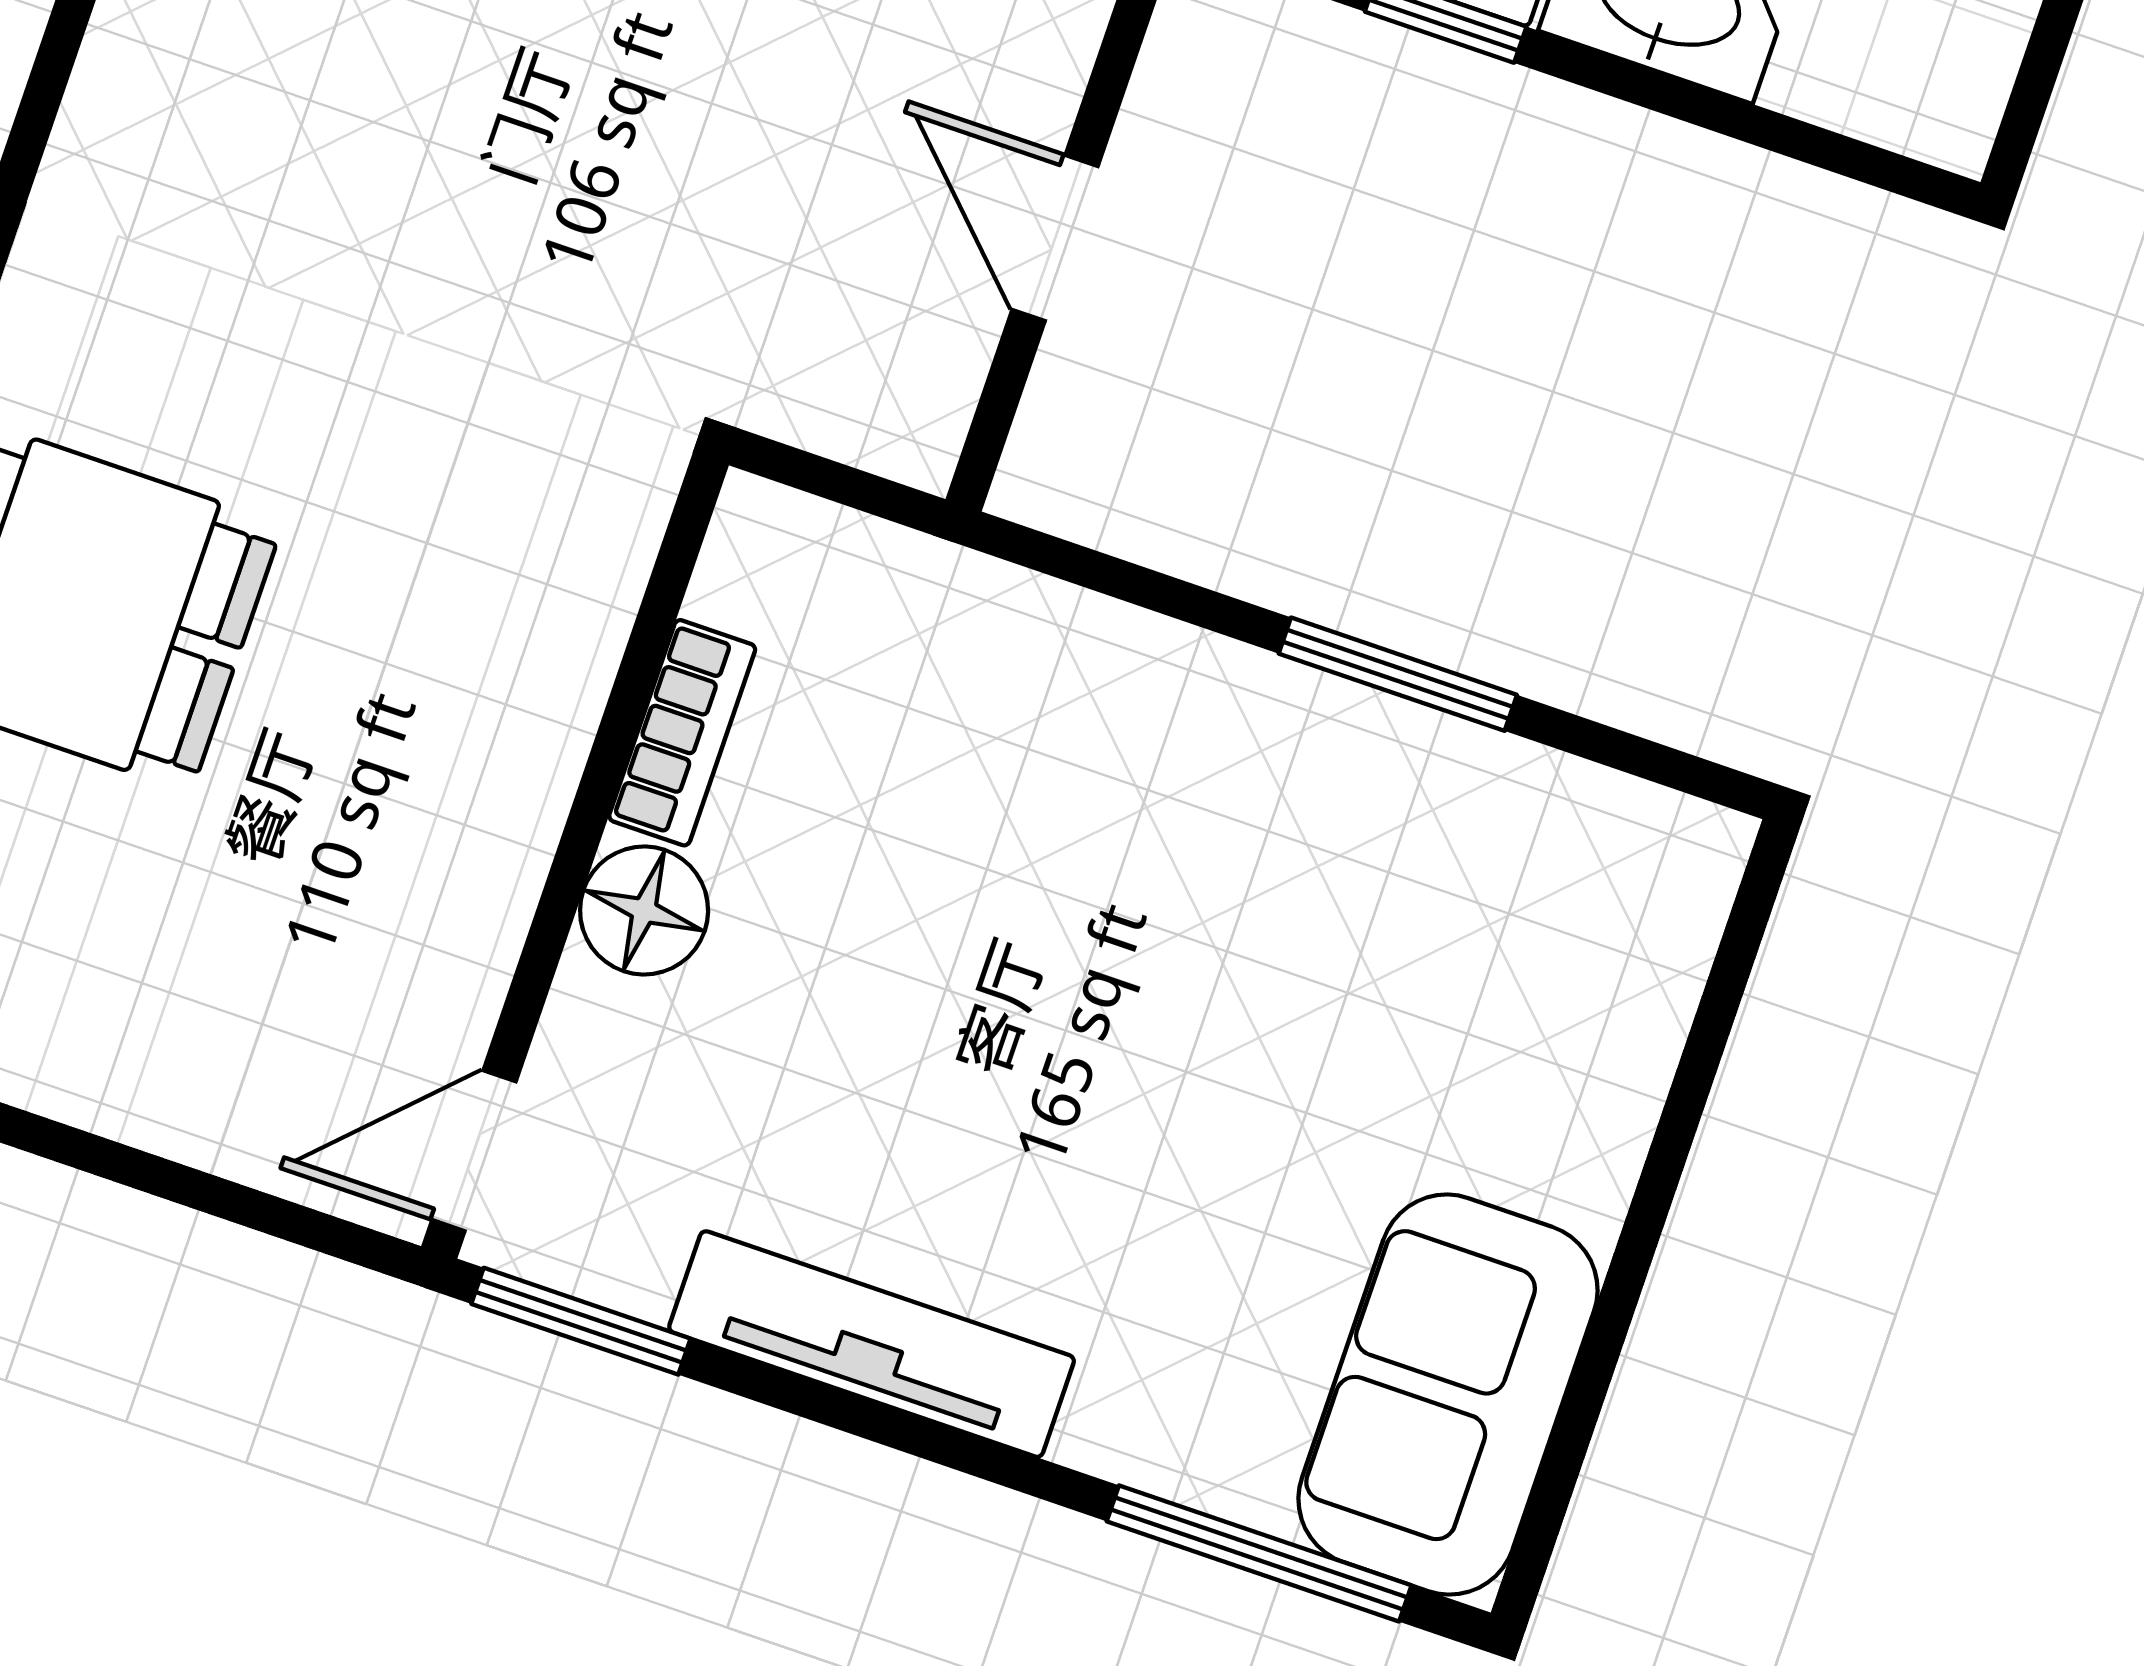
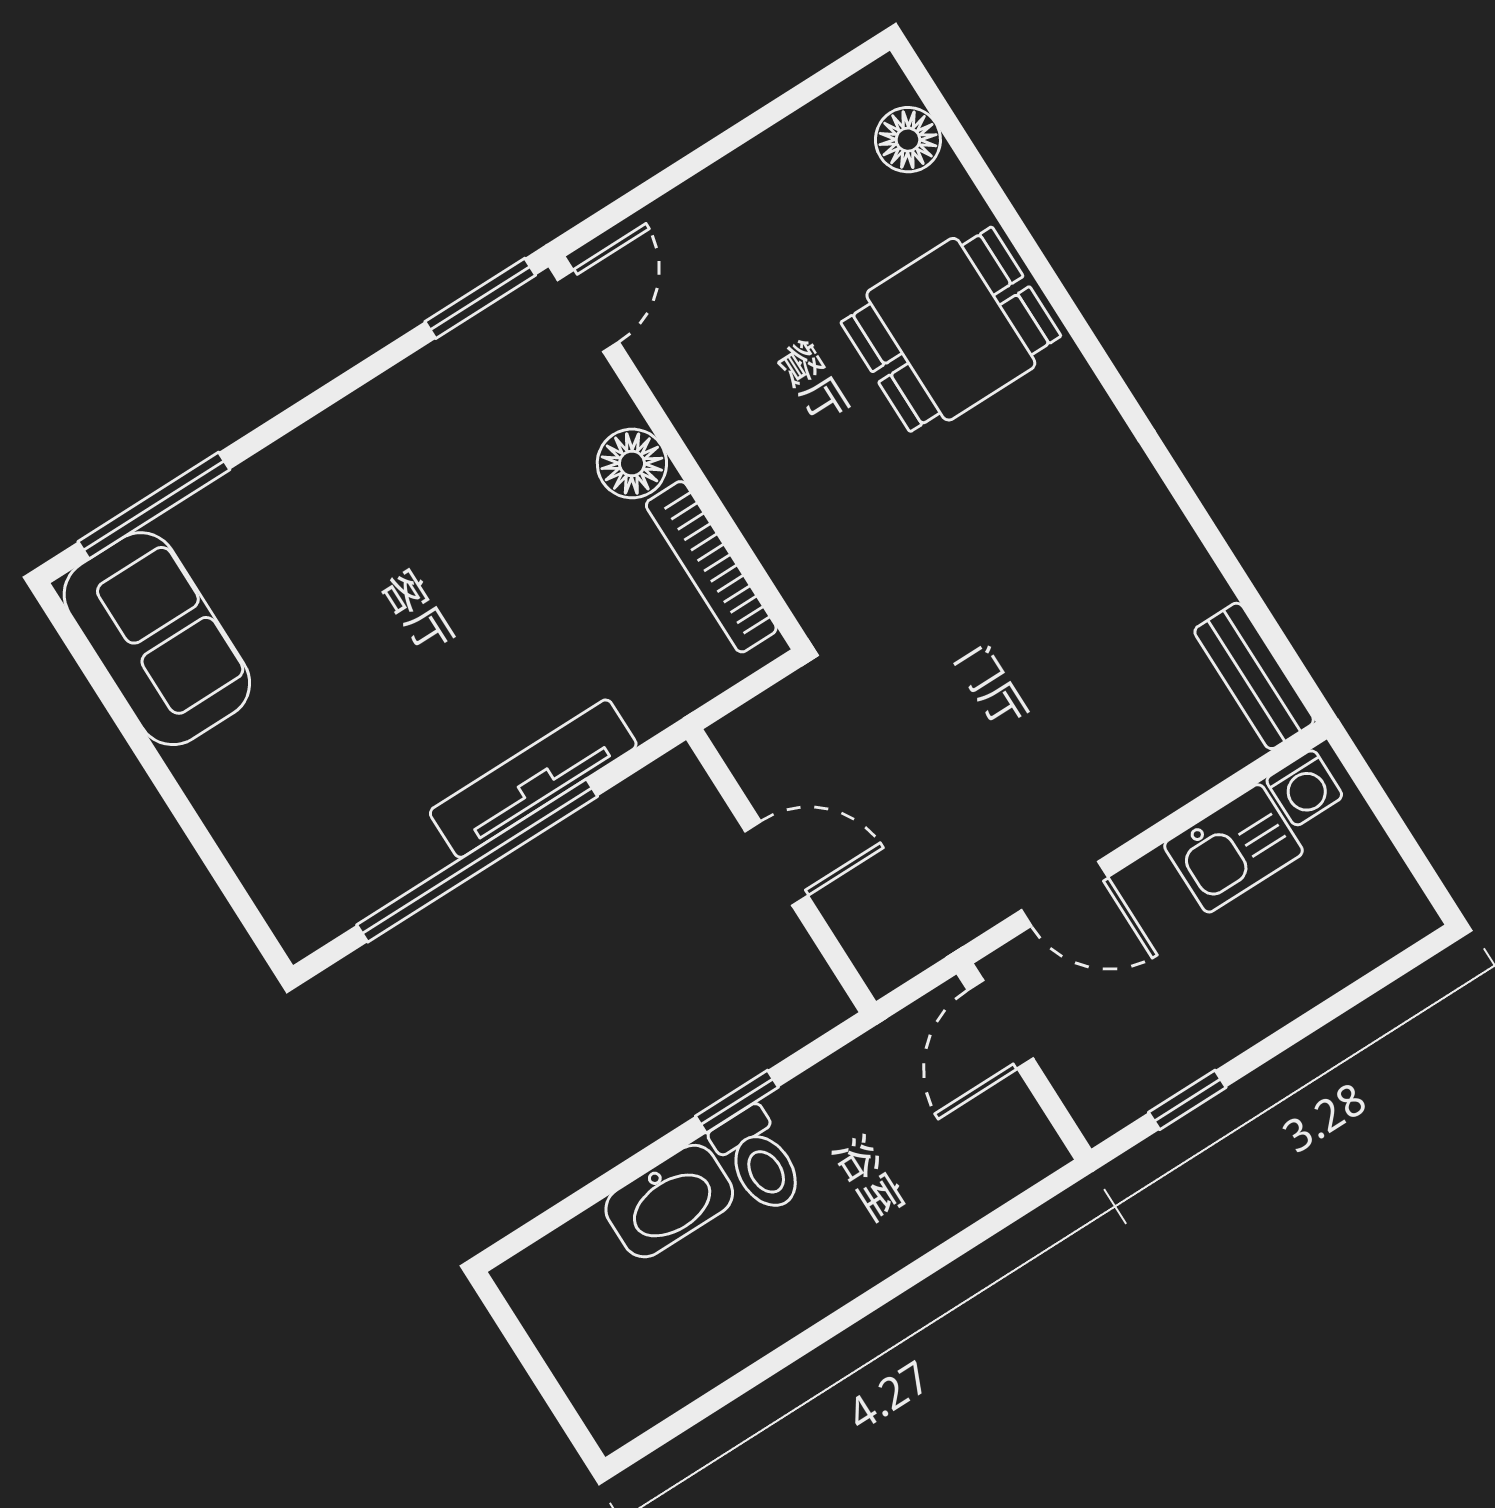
window: (1398, 674) -> (477, 861), width x2.11
bookcase: (682, 733) -> (711, 567), width x1.56
tv unit: (872, 1344) -> (533, 779), moved, turned 180

